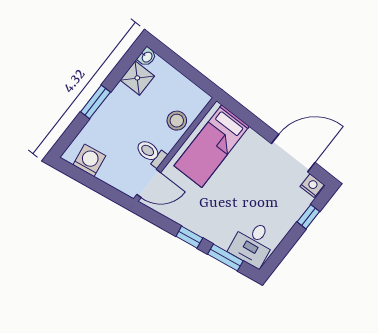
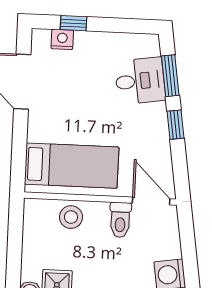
nightstand: (312, 186) -> (62, 39), moved, turned 90
desk: (253, 243) -> (140, 81), moved

